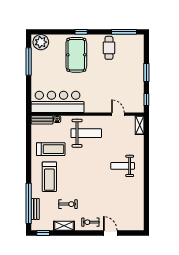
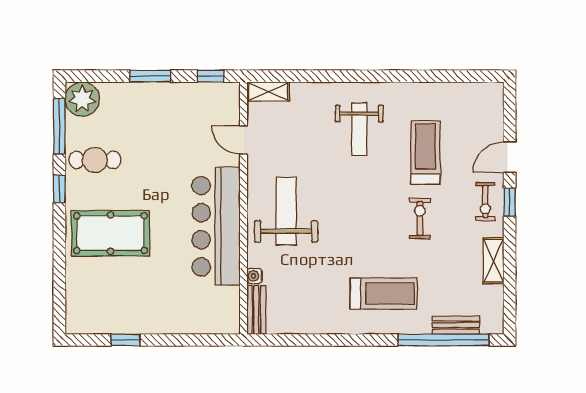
window: (81, 32) -> (59, 189), moved
plant: (41, 42) -> (82, 99), moved
window: (29, 62) -> (126, 340), width x0.46
bar counter: (58, 102) -> (216, 226), moved
door: (118, 114) -> (244, 140), hinge flipped
treadmill: (51, 149) -> (425, 153), moved
exercise bike: (68, 204) -> (420, 218), moved
window: (43, 233) -> (510, 202), moved

